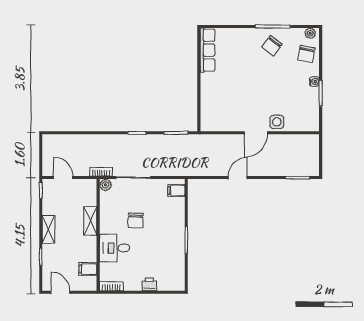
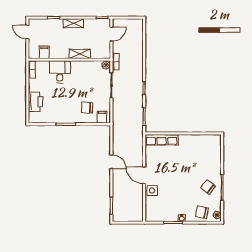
row of seats: (208, 50) -> (162, 140), moved
chair: (136, 220) -> (87, 108), moved
printer: (149, 284) -> (35, 102), width x1.87, depth x1.48
door: (60, 292) -> (27, 32), swing flipped

